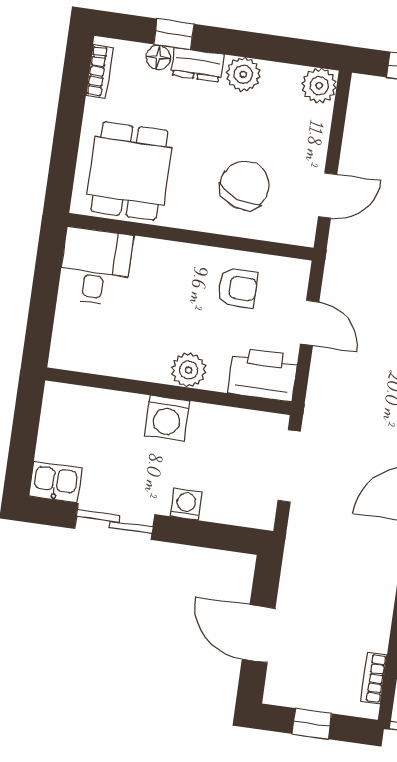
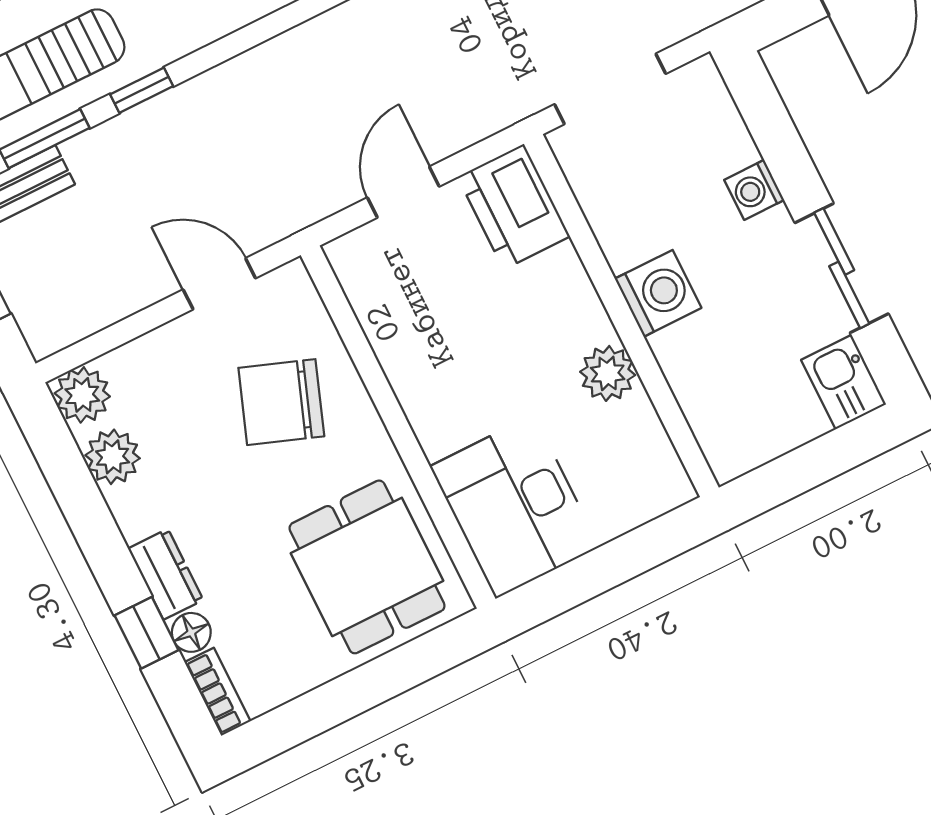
bookcase: (100, 71) -> (217, 692), moved, turned 90
plant: (243, 74) -> (113, 457), moved
dining table: (129, 171) -> (367, 567), turned 90
desk: (96, 267) -> (515, 507), width x1.37
armchair: (238, 288) -> (422, 318), removed
plant: (189, 370) -> (608, 373), moved

